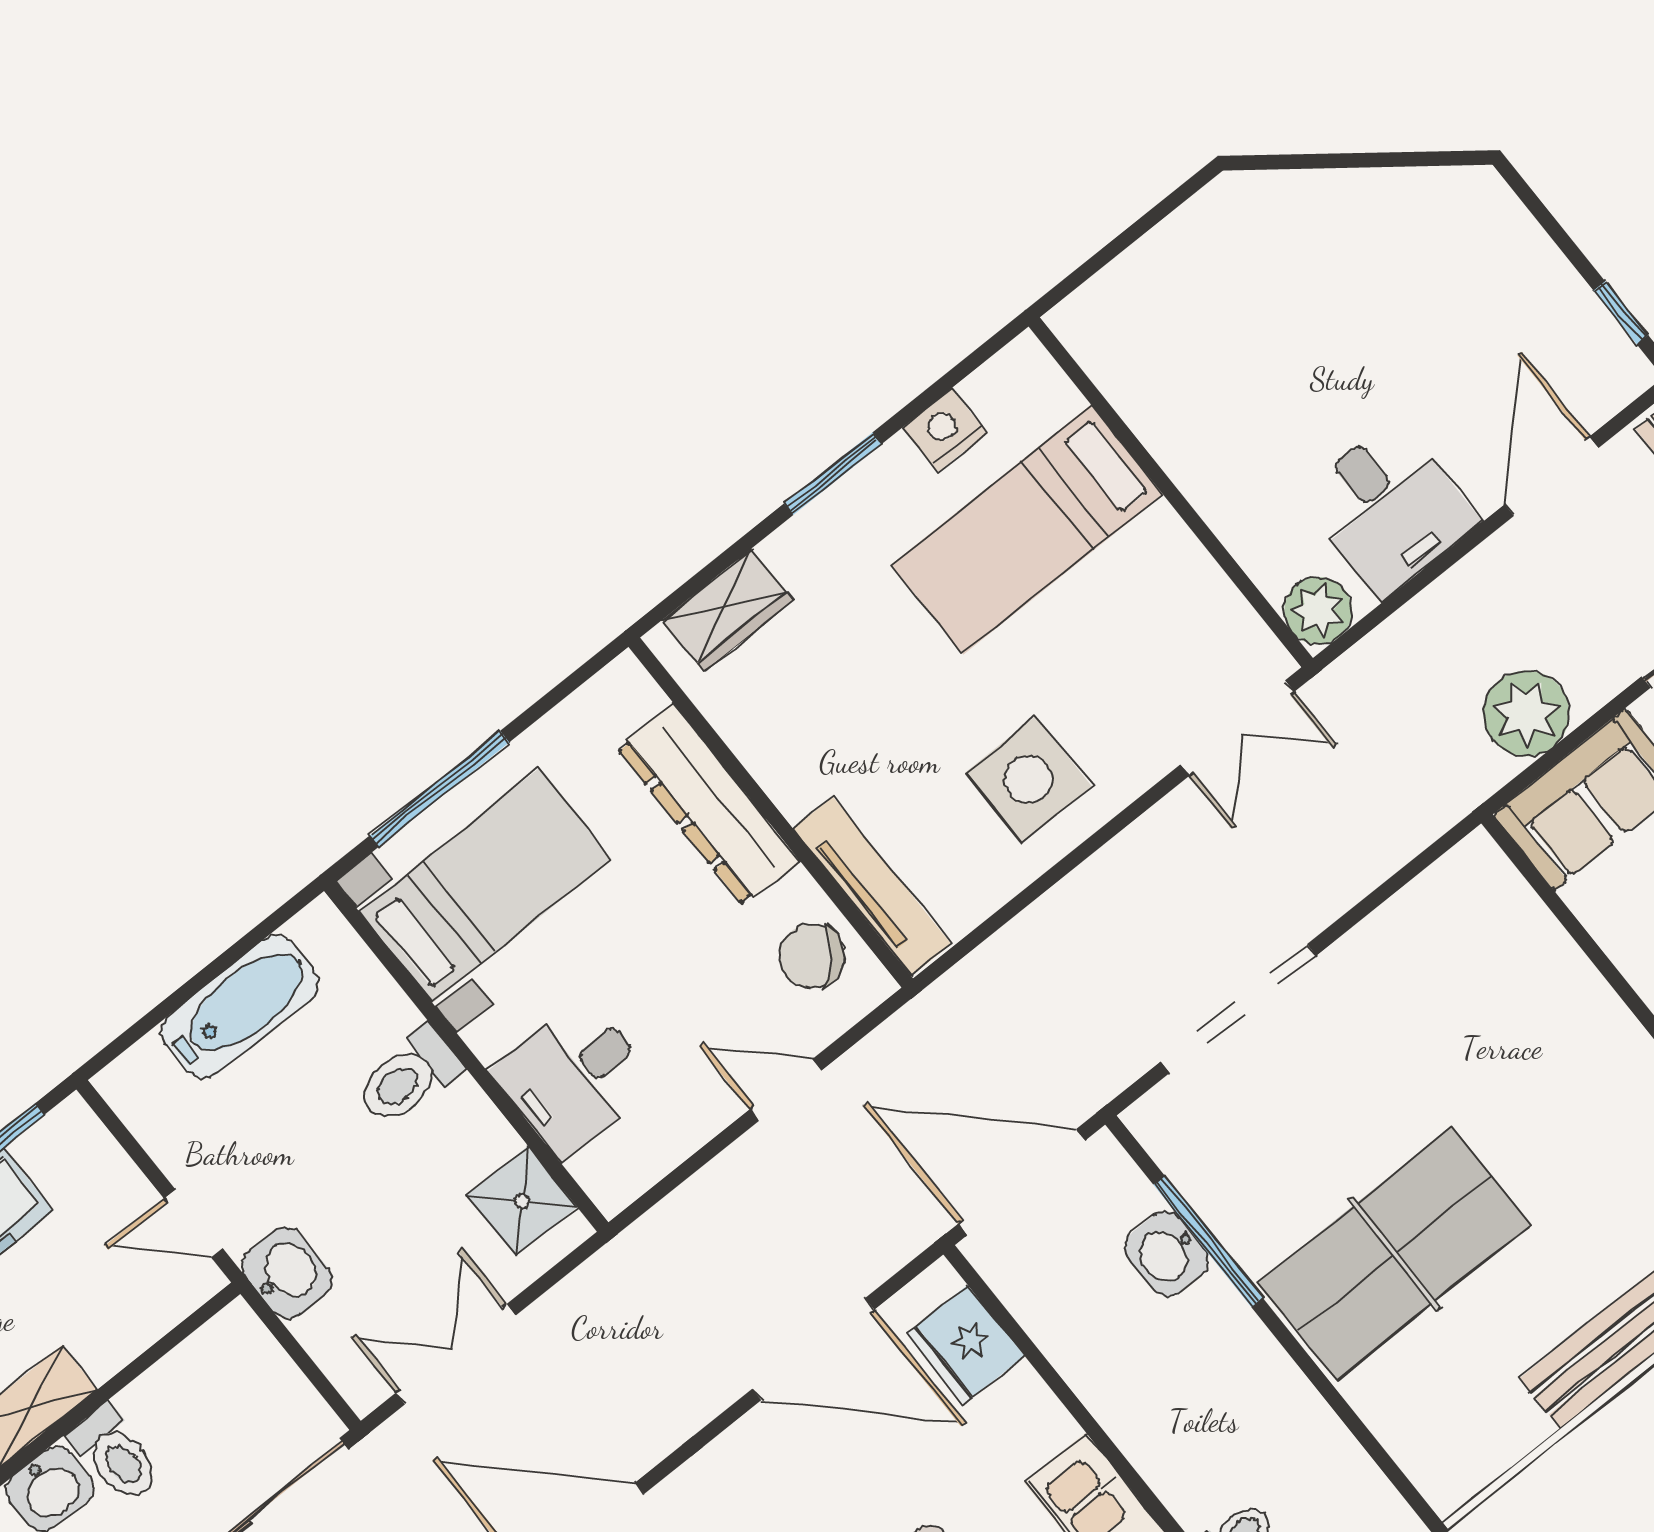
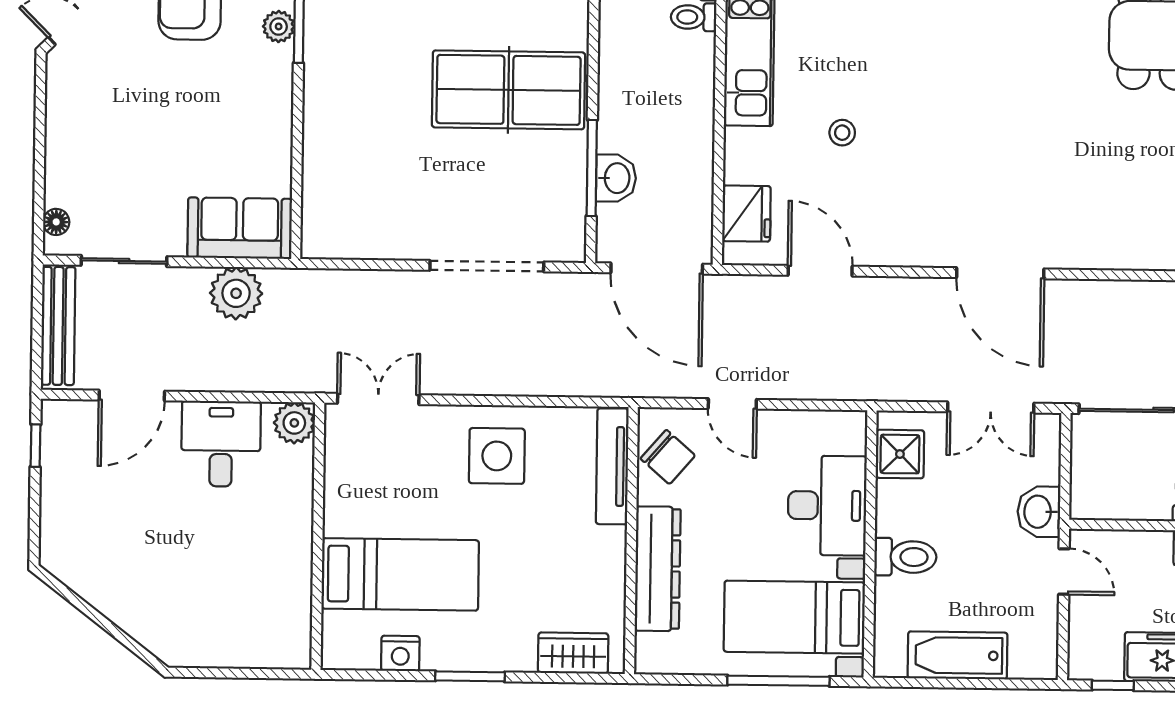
desk: (574, 1078) -> (827, 505), width x1.37
door: (813, 1349) -> (820, 271), width x0.73

